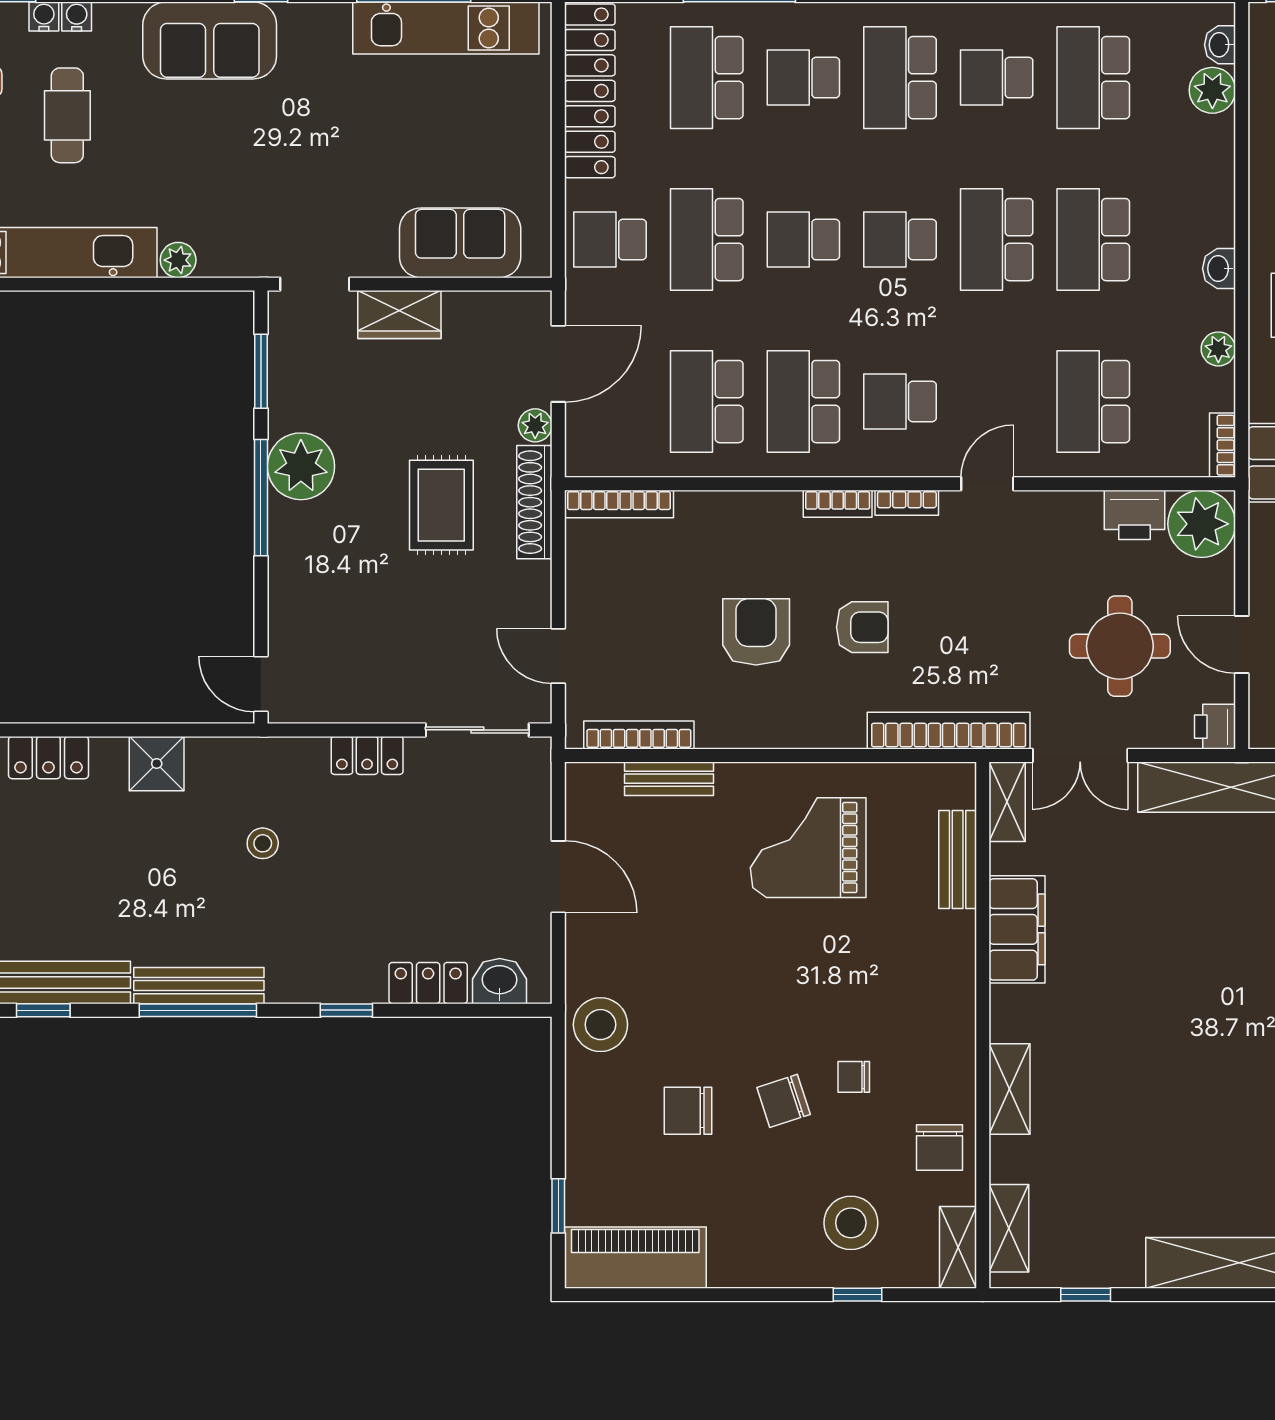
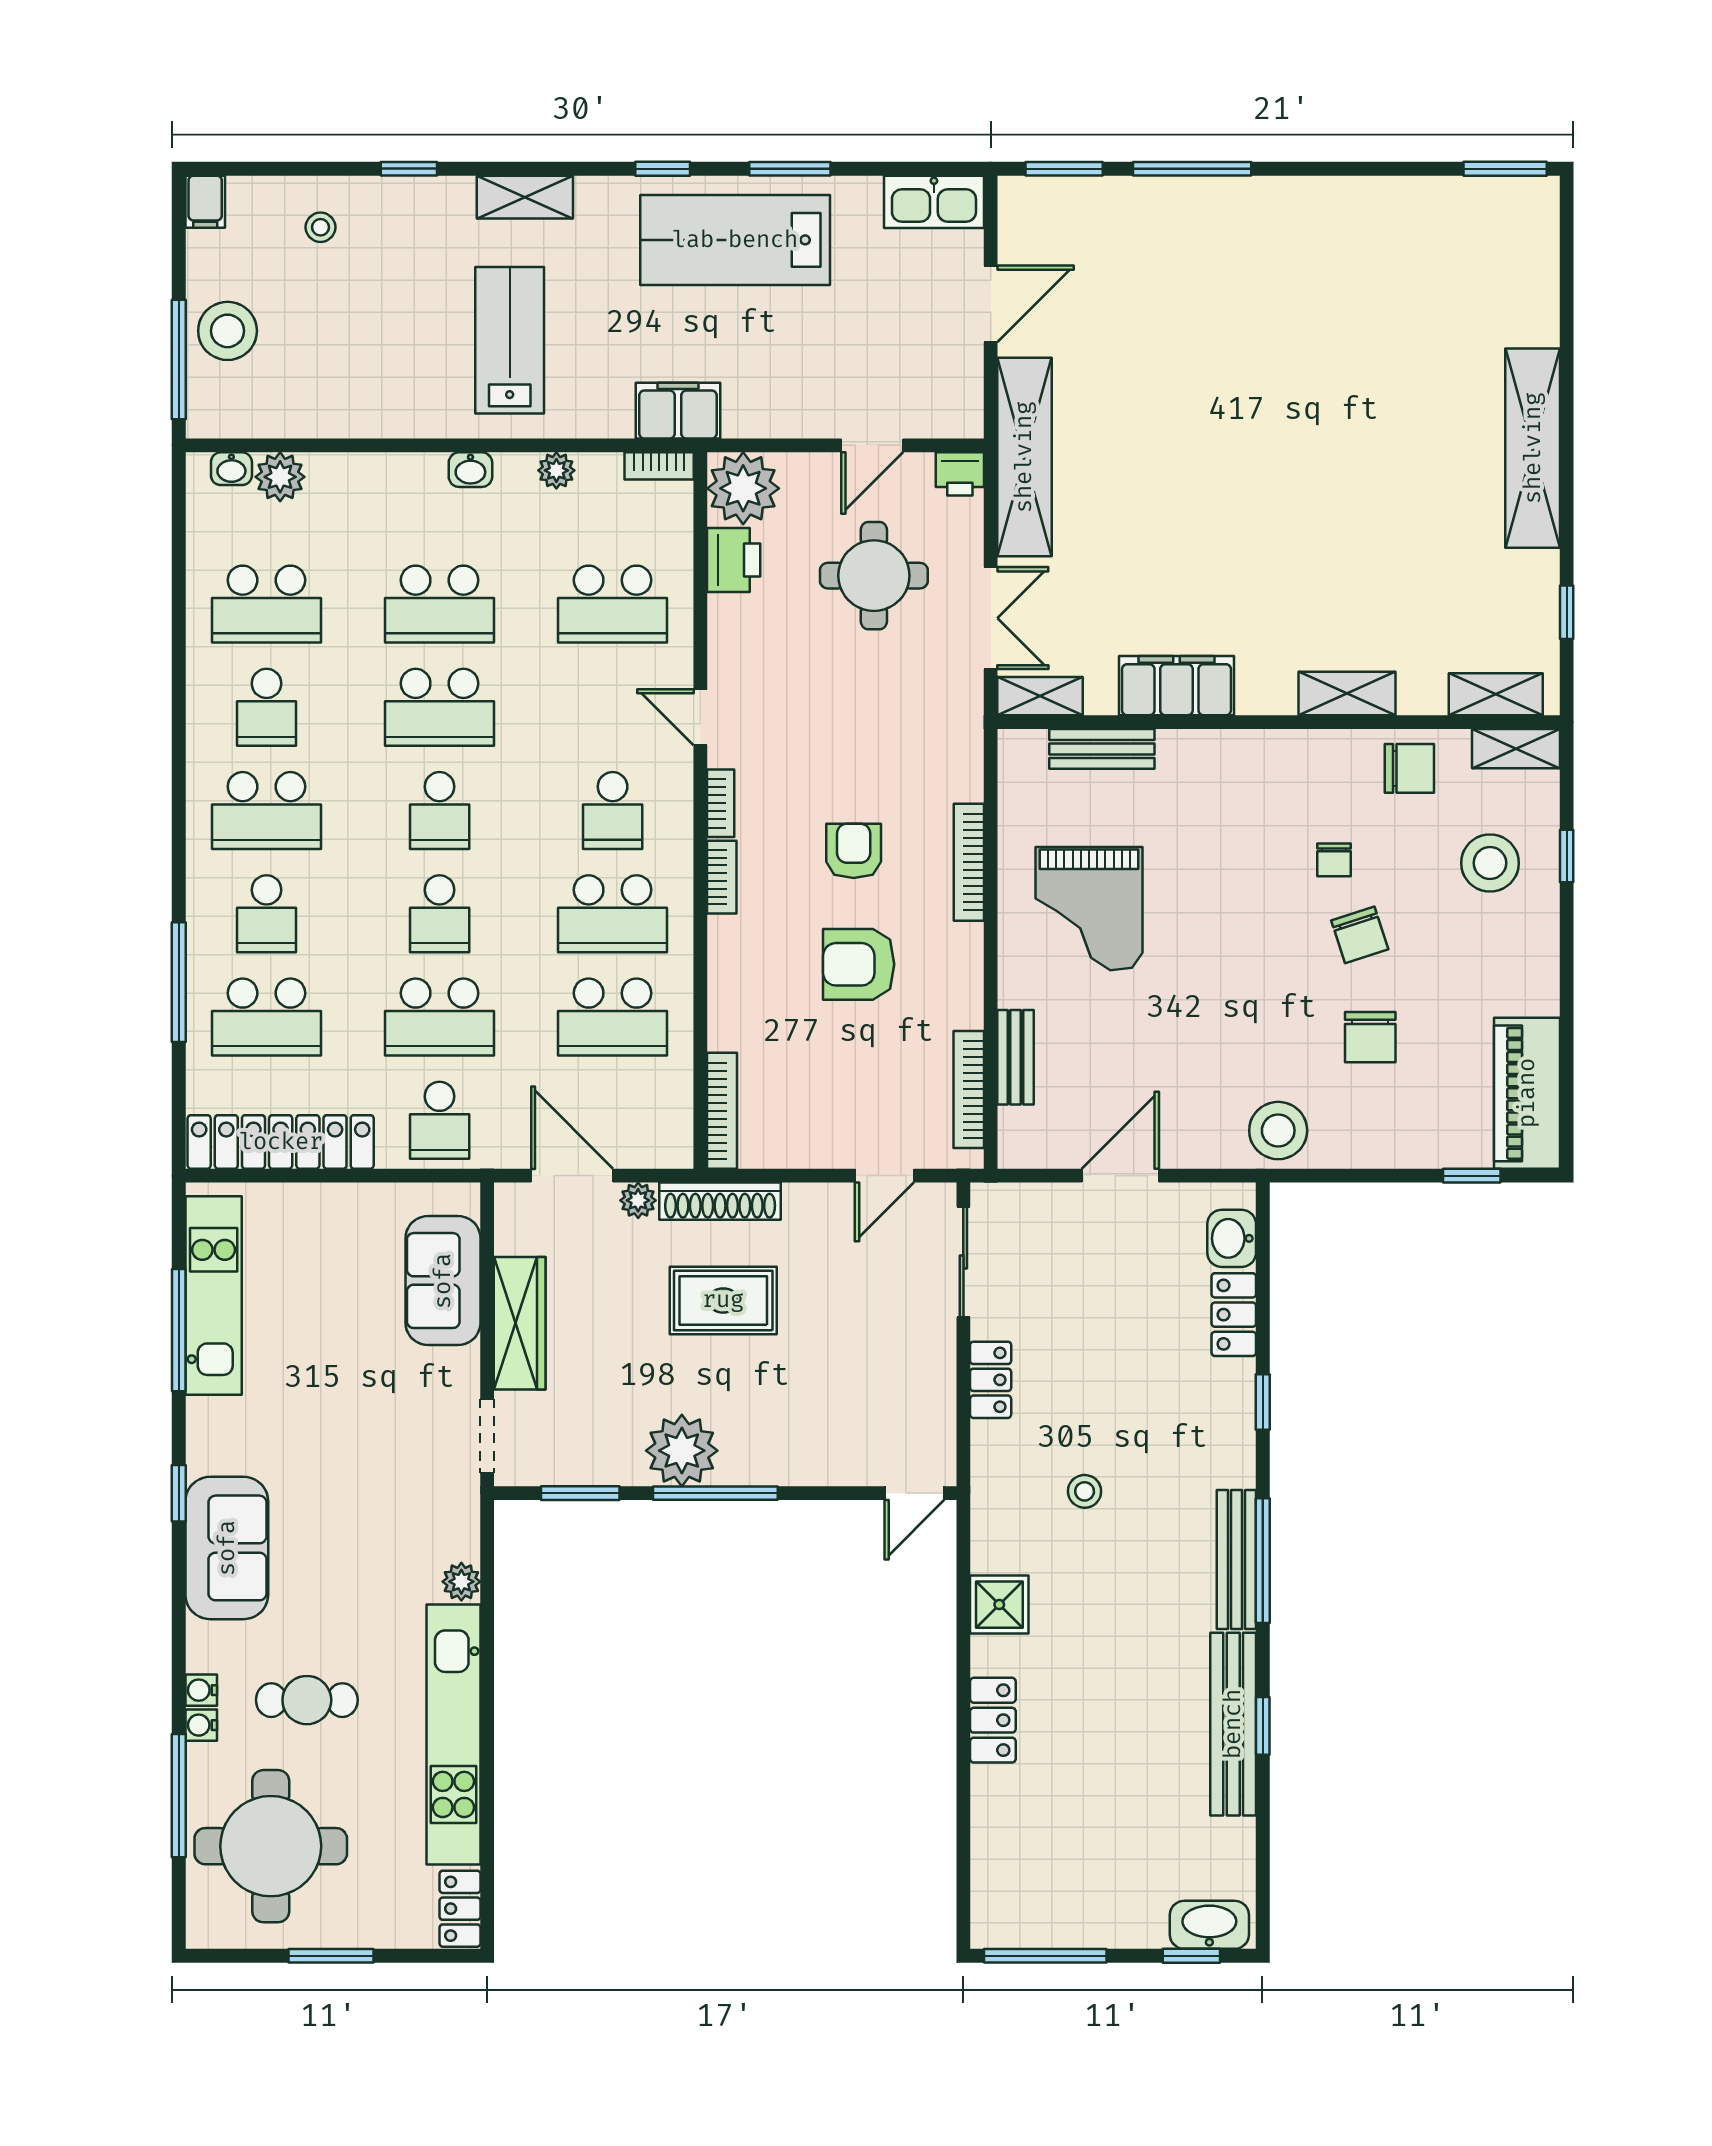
wardrobe: (399, 315) -> (520, 1323), width x1.50
bookcase: (949, 731) -> (969, 862), moved, width x0.68, depth x0.76

